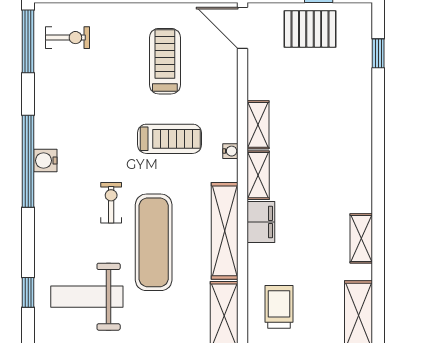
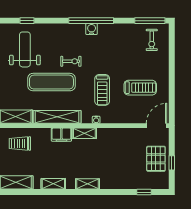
shelving: (258, 125) -> (87, 184), moved
trolley: (279, 307) -> (20, 143), turned 180

